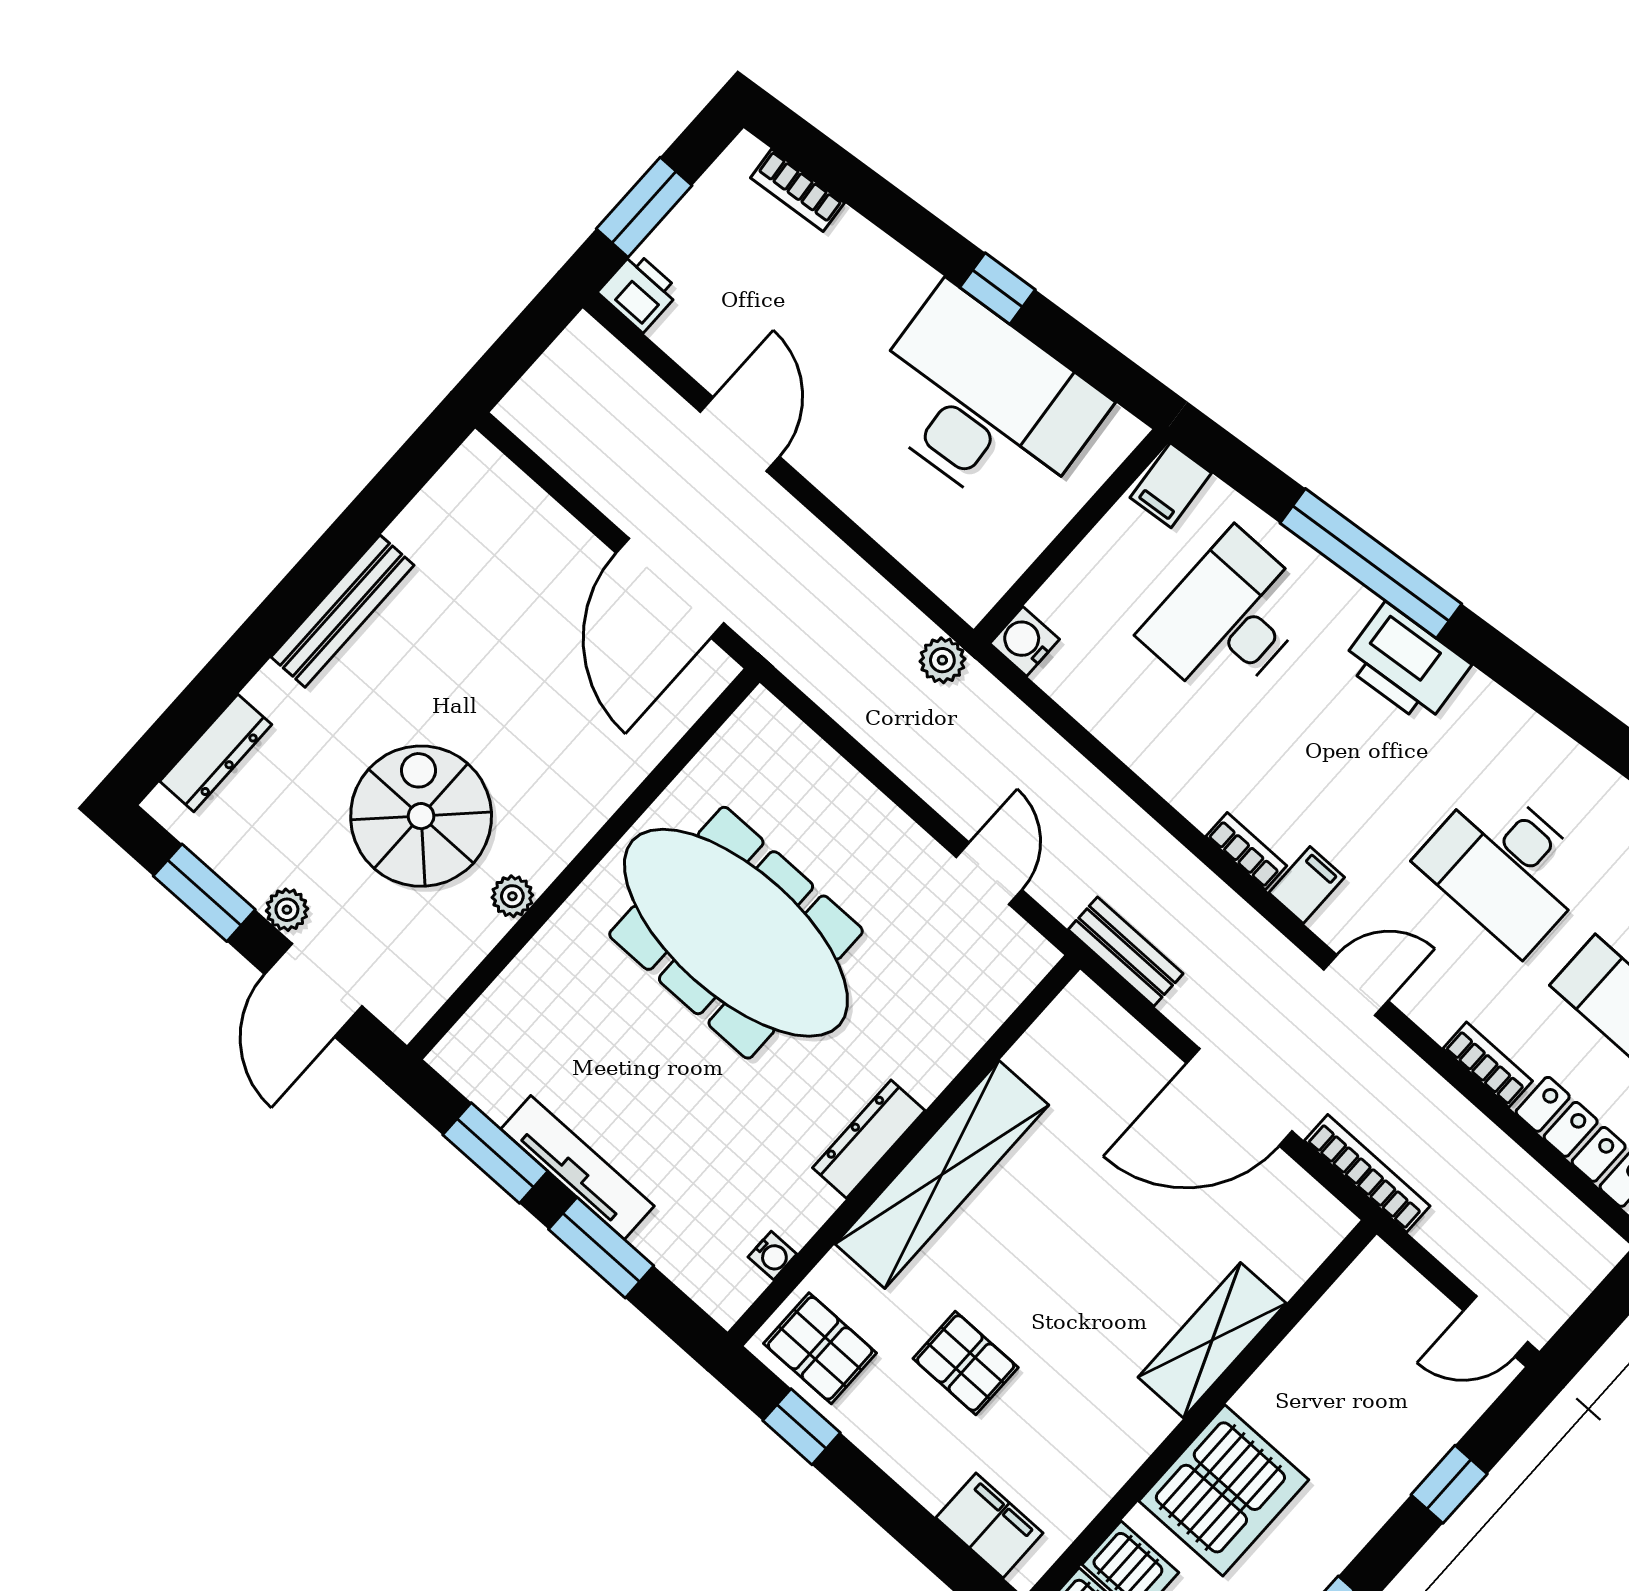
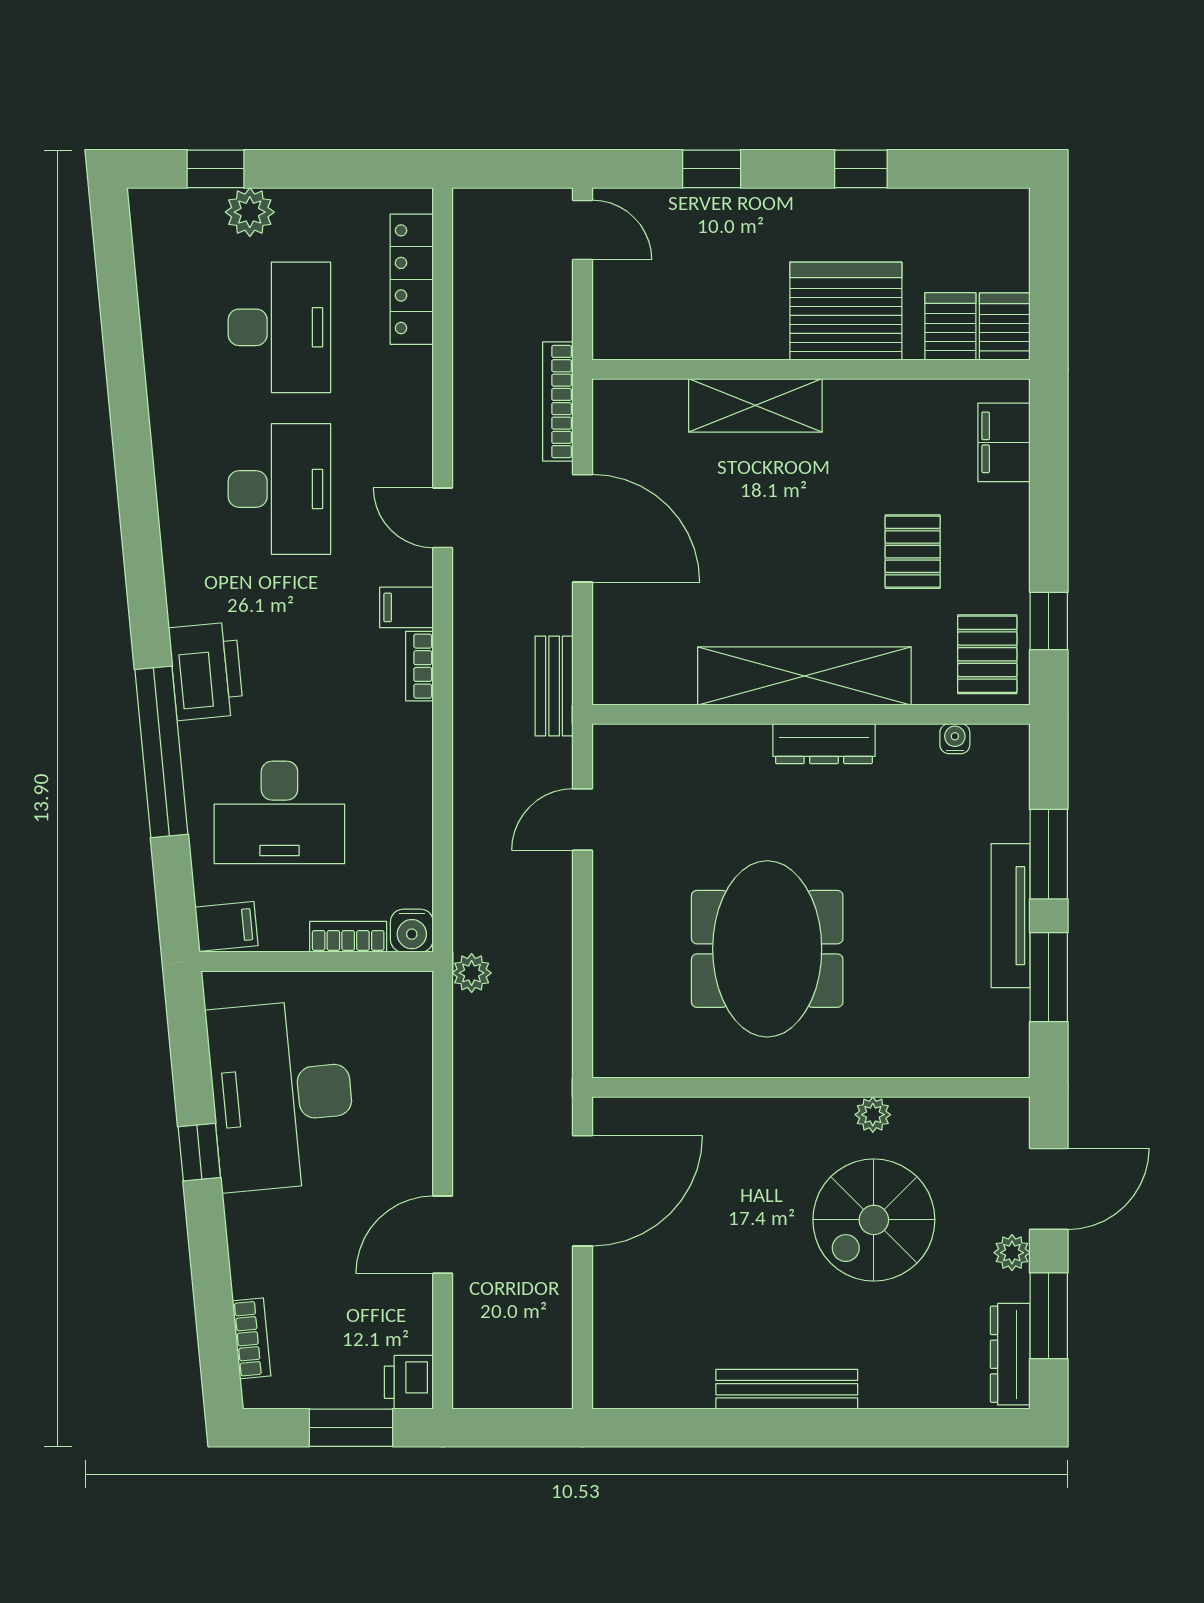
dresser: (216, 753) -> (1010, 1354), moved, turned -90
meeting table: (736, 933) -> (767, 949), width x0.73
bookcase: (1488, 1065) -> (348, 937), moved, turned 90

